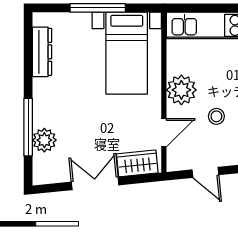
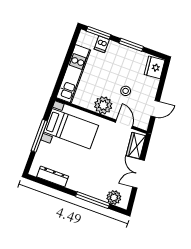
plant: (44, 140) -> (114, 197), moved

